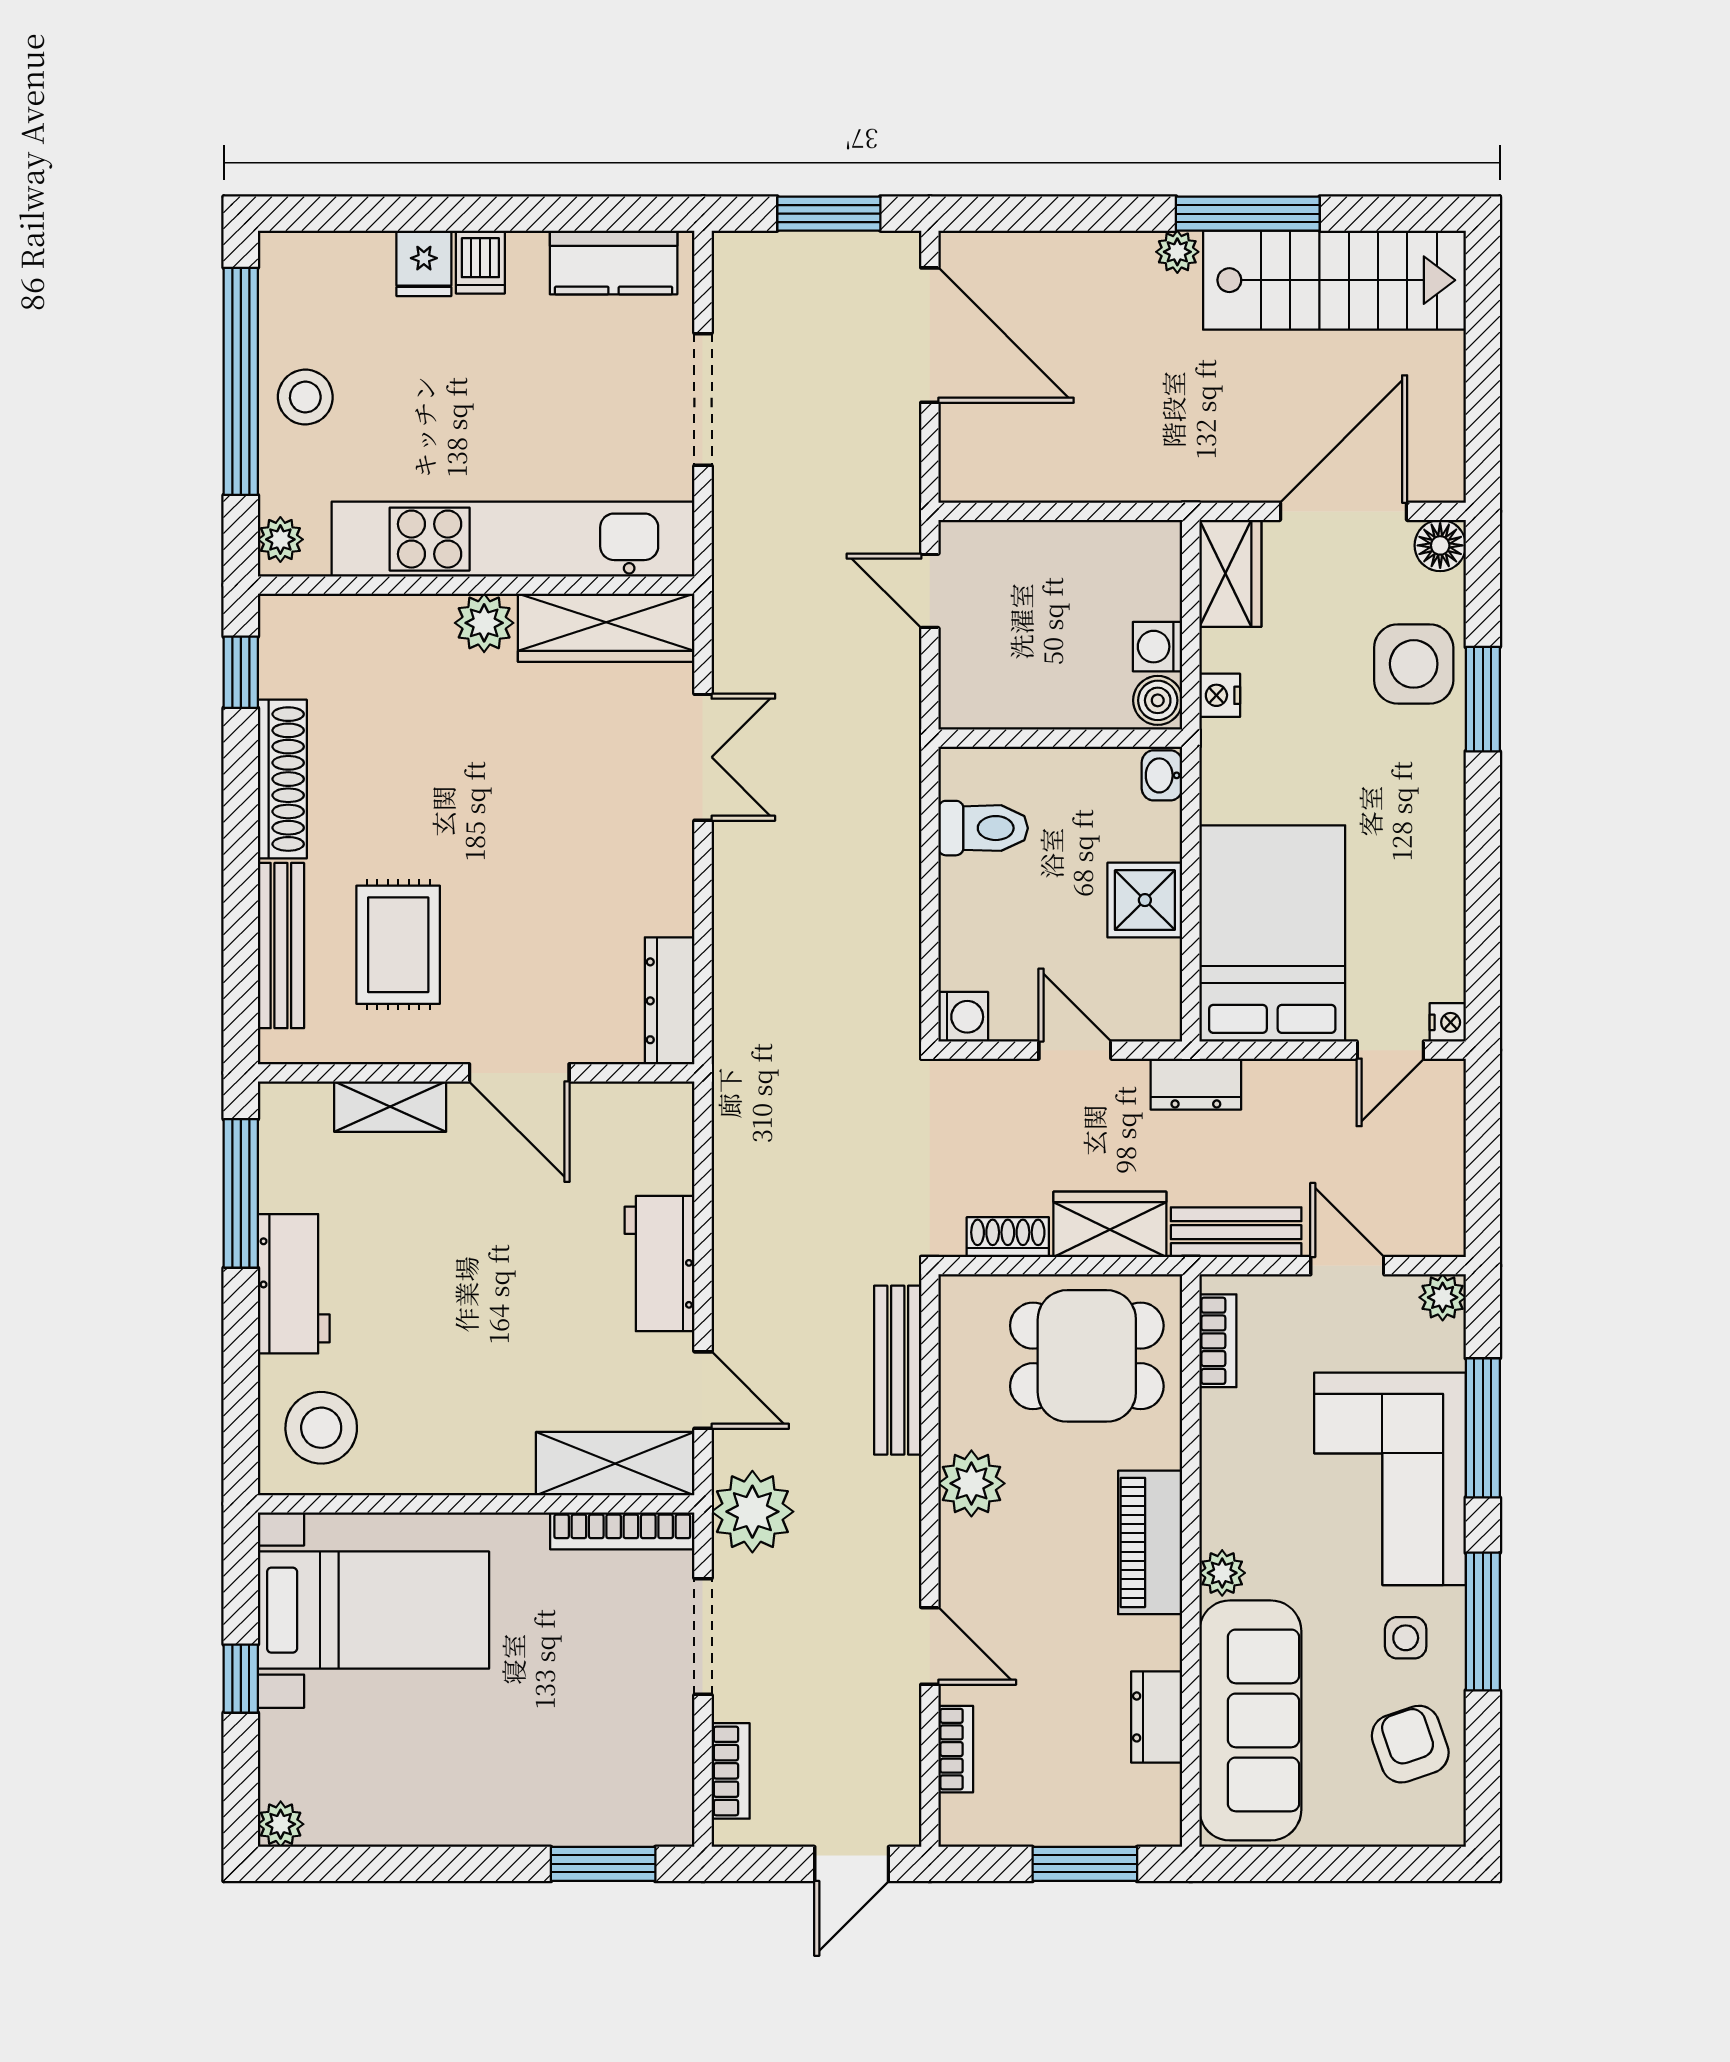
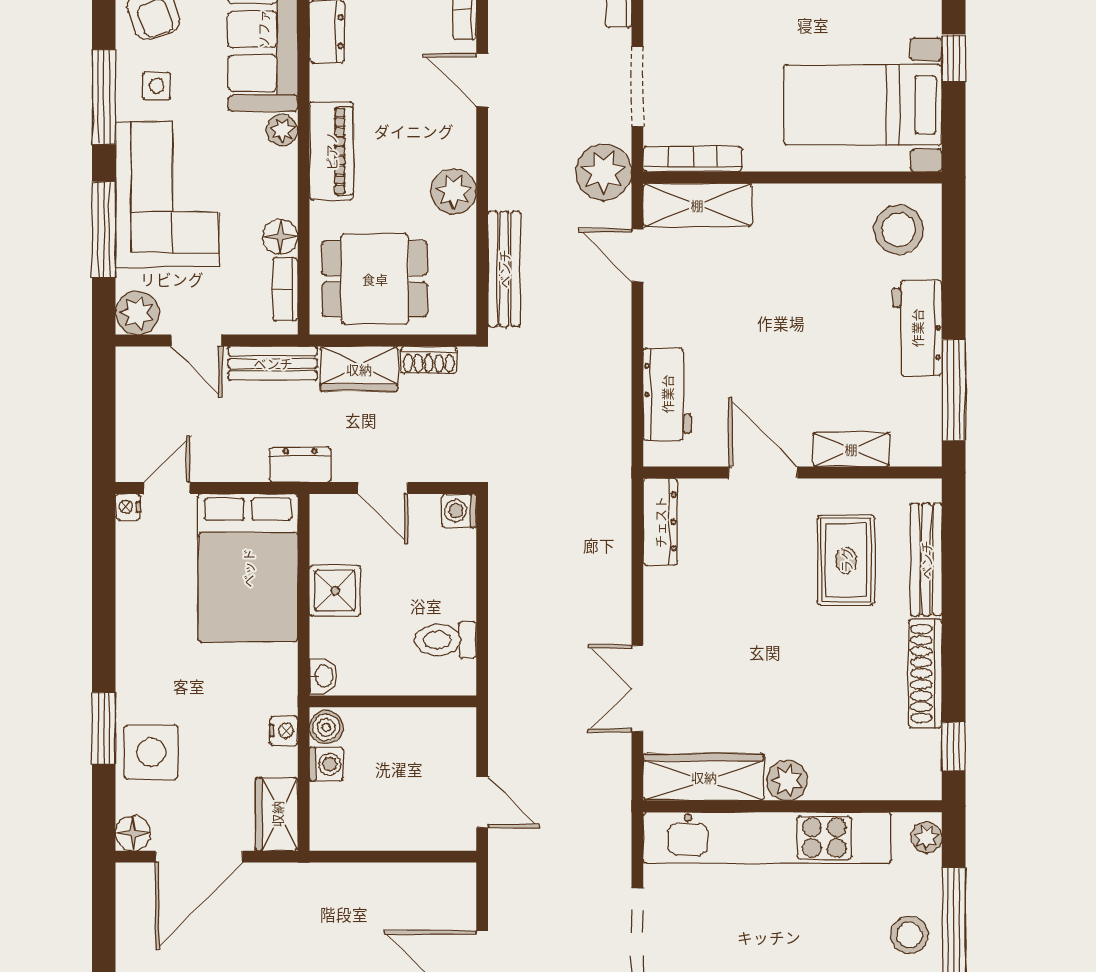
workbench: (660, 1264) -> (667, 394), moved
plant: (1443, 1297) -> (137, 313), width x1.38, depth x1.38
floor lamp: (1225, 1417) -> (280, 237), added

